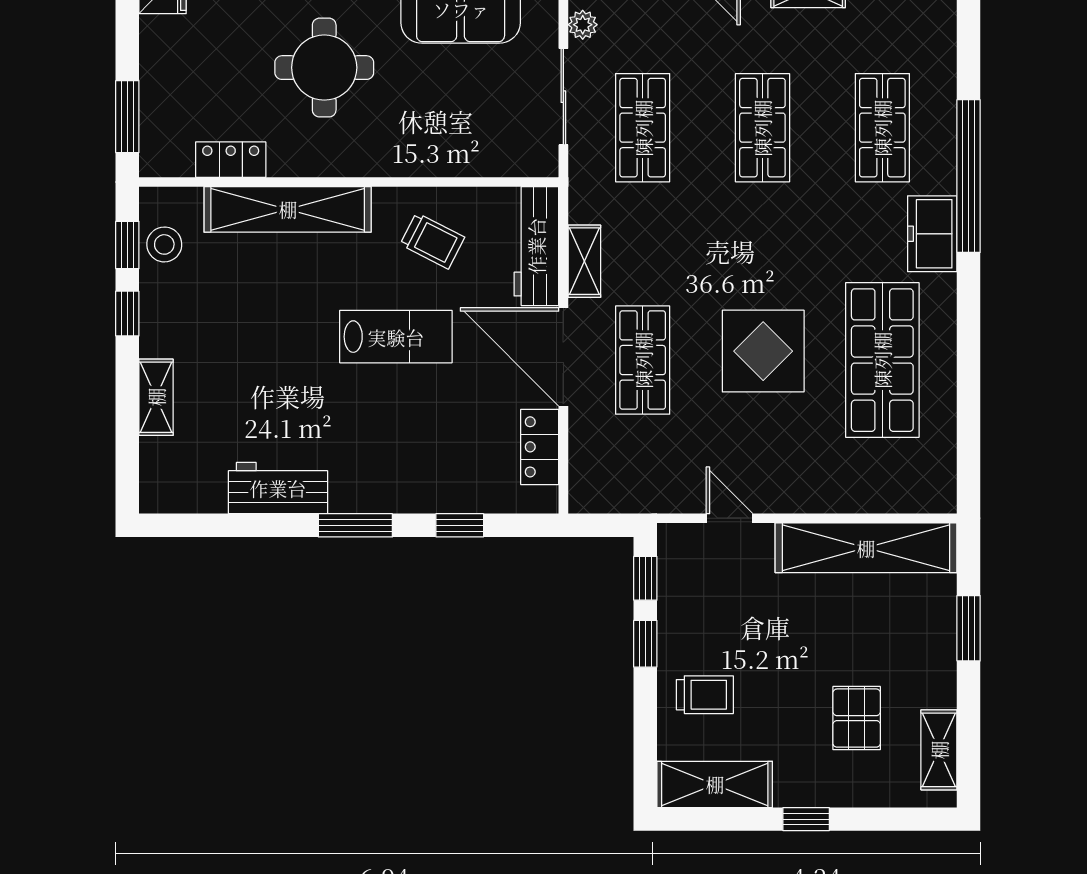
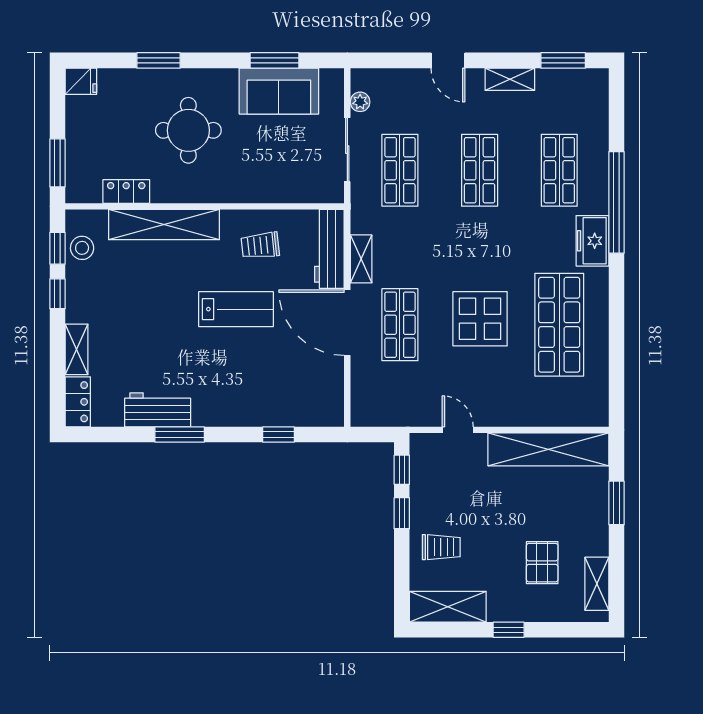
trolley: (432, 241) -> (260, 245), turned 147
locker: (540, 447) -> (78, 402), moved, turned 180
window: (355, 525) -> (180, 435), moved

